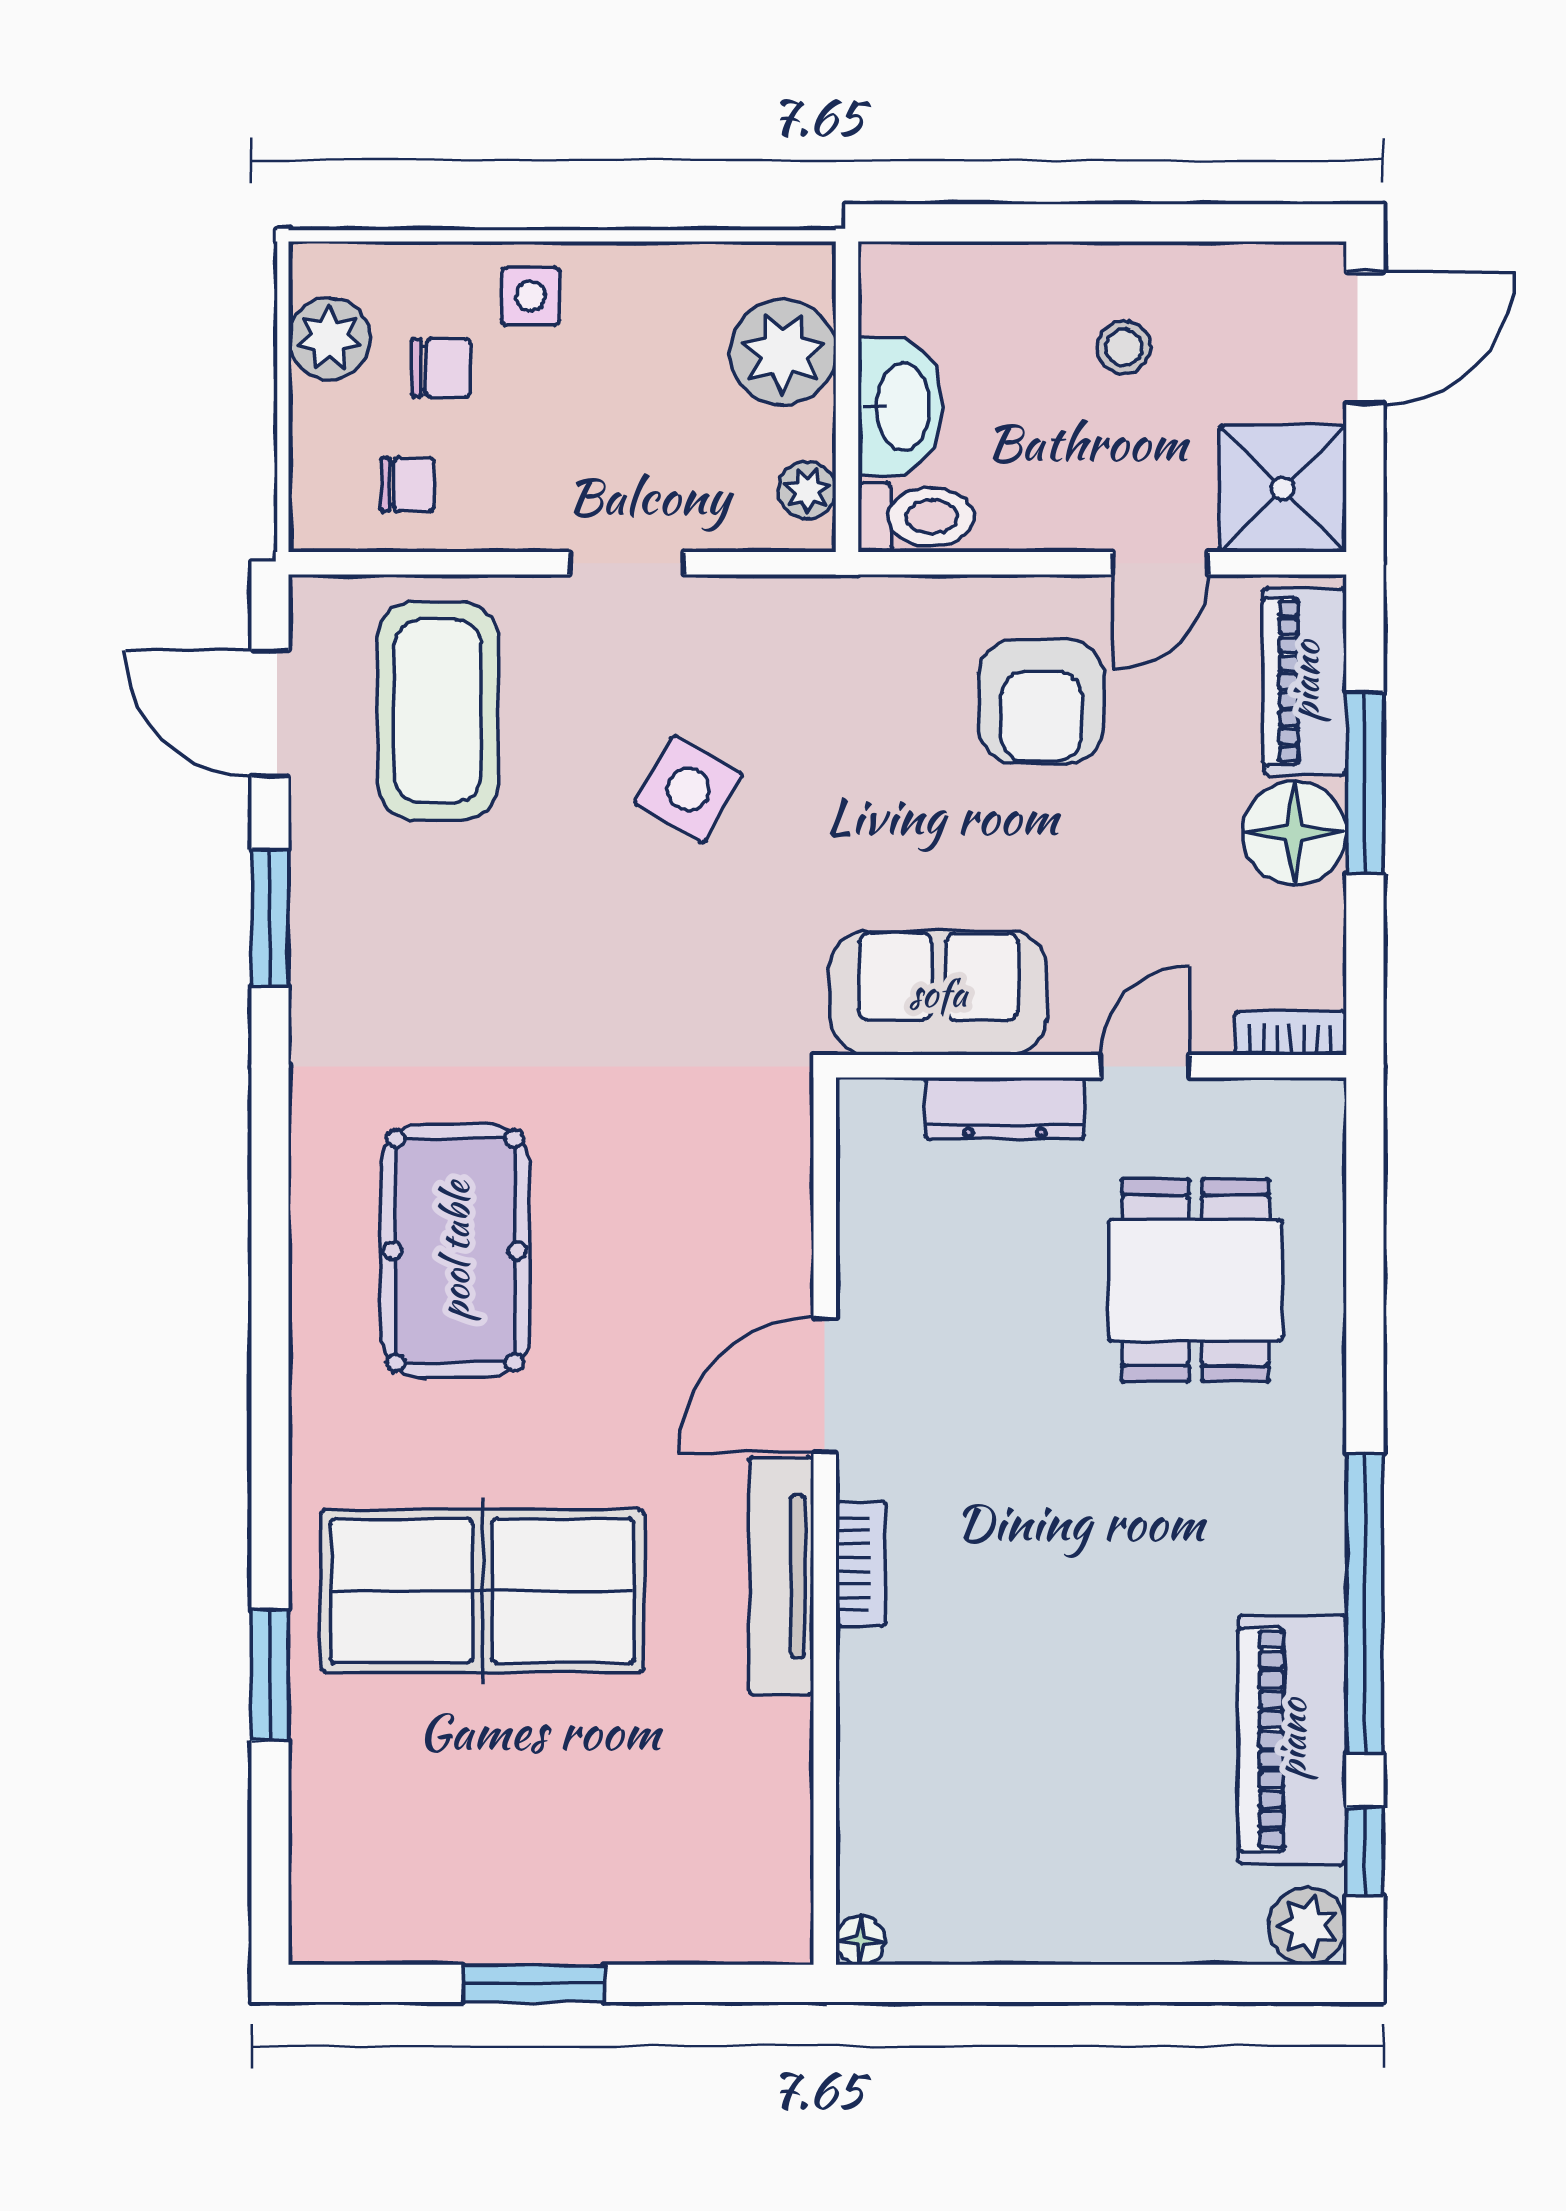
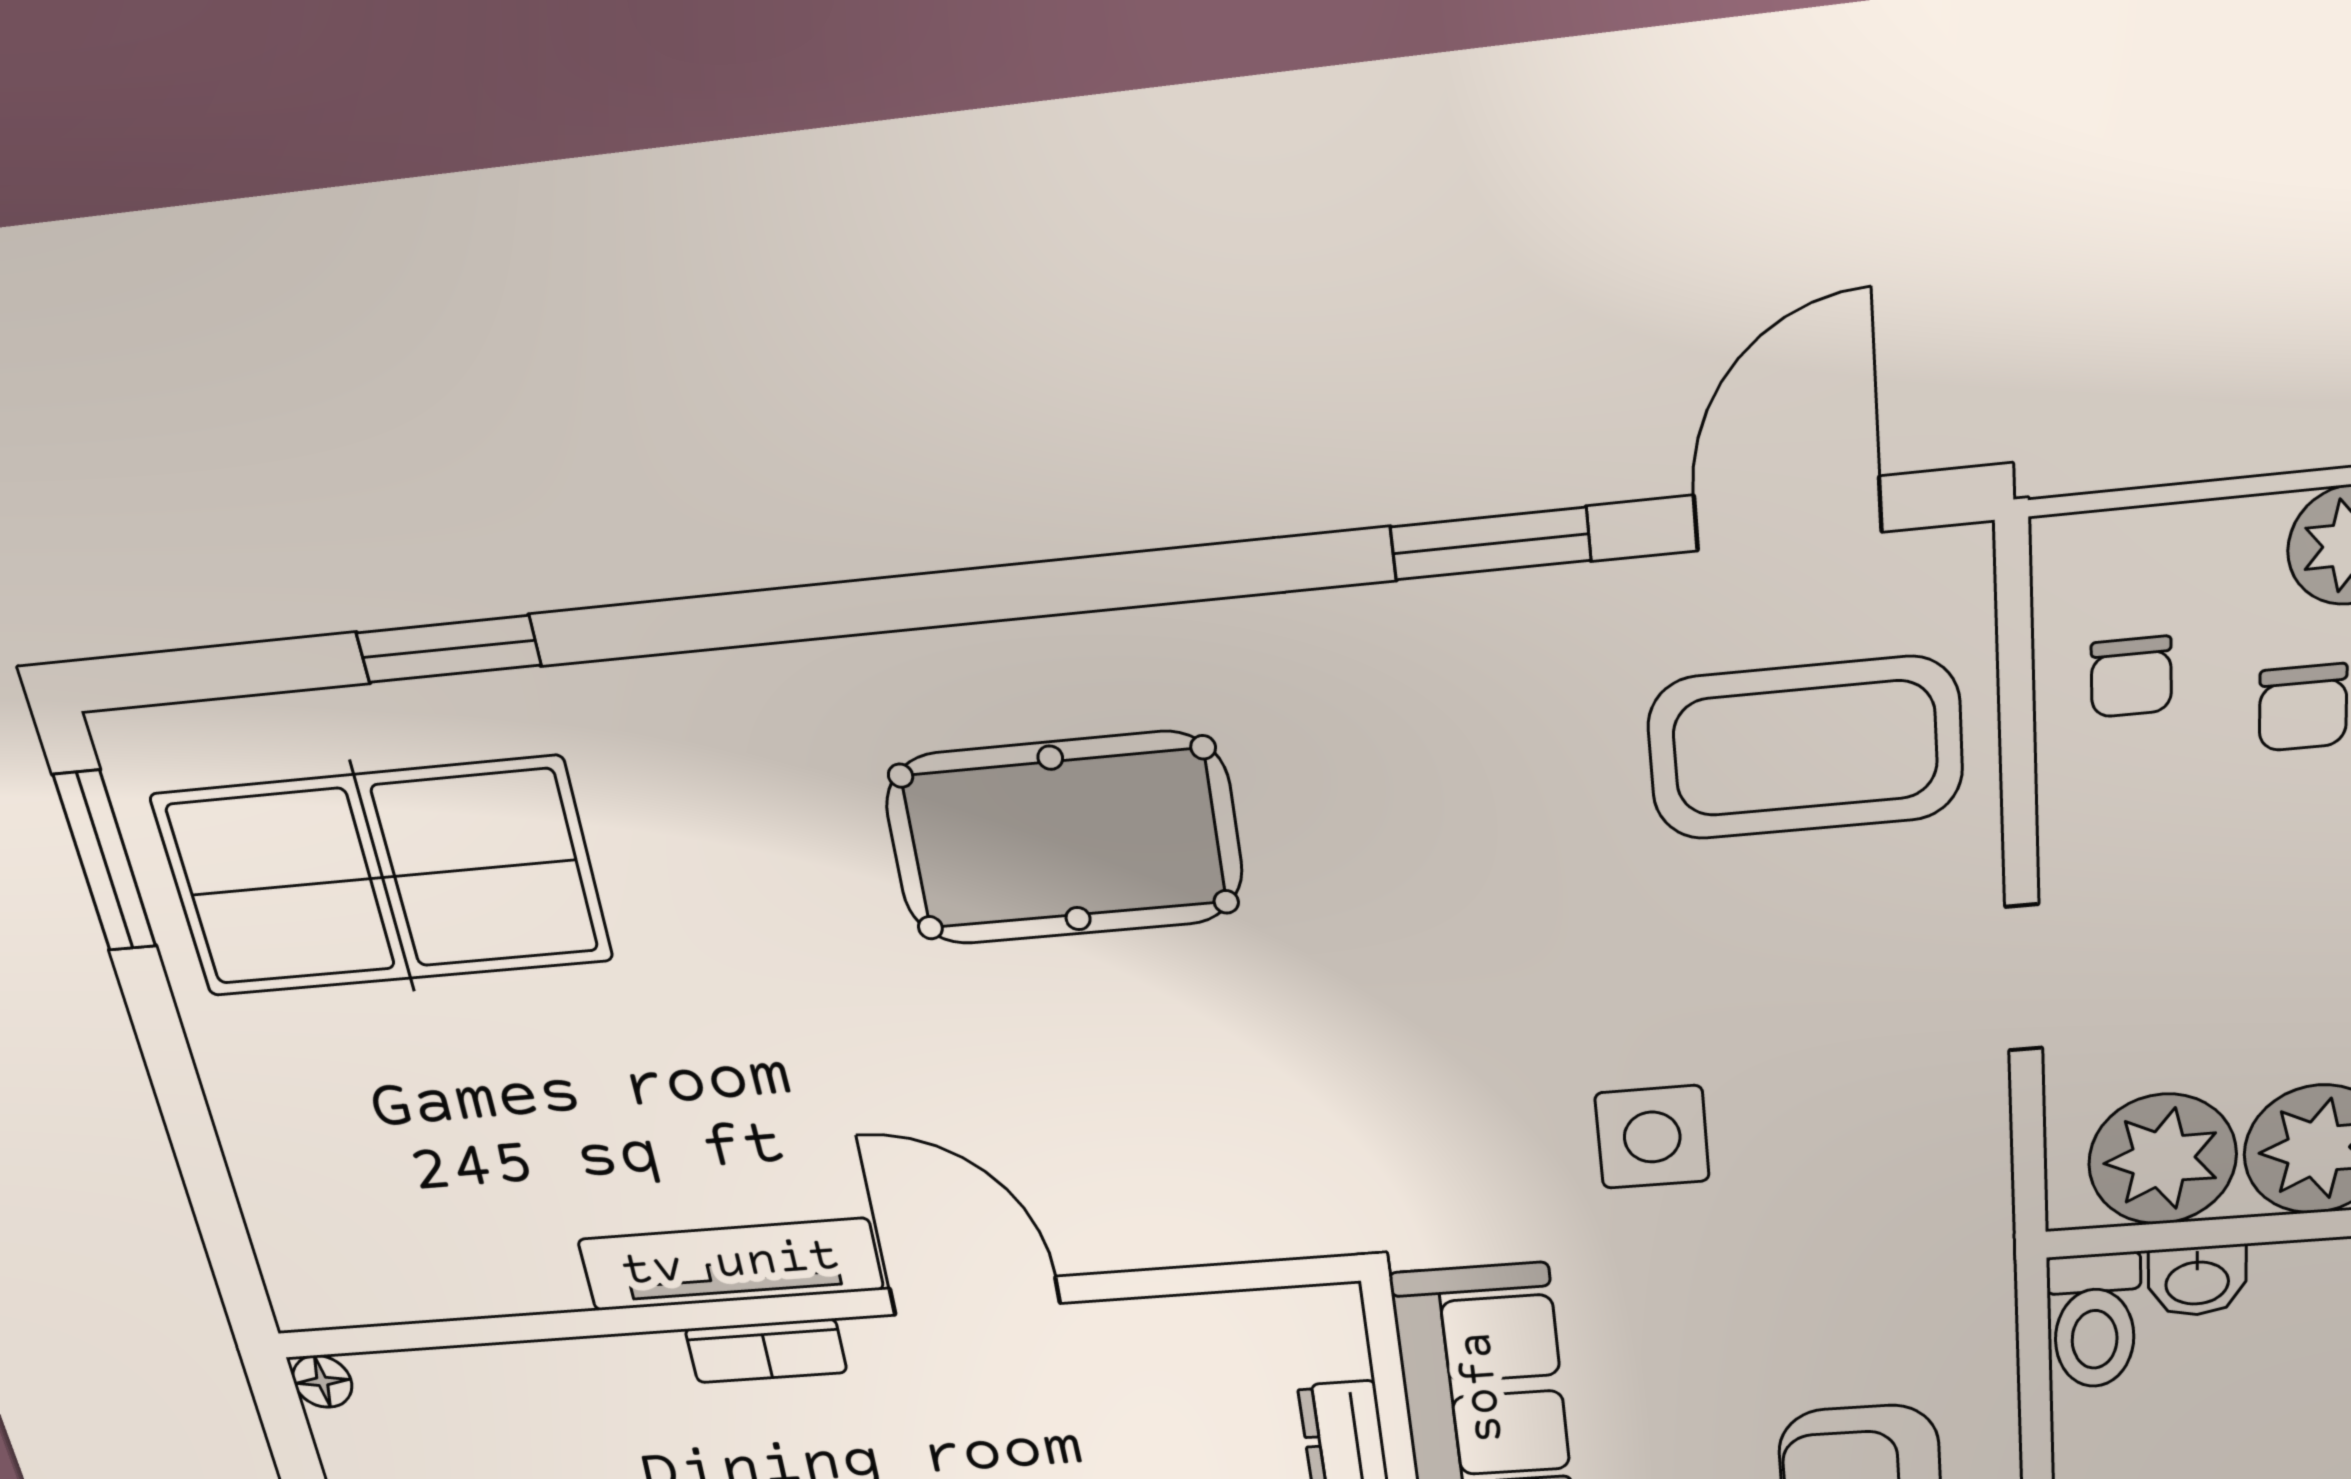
washbasin: (900, 406) -> (2197, 1281), width x0.52, depth x0.69
plant: (807, 490) -> (2162, 1159), width x1.88, depth x1.88
side table: (689, 789) -> (1652, 1137), moved, turned -30
table tennis table: (482, 1591) -> (383, 878), moved, turned 90
window: (534, 1983) -> (105, 861), moved

